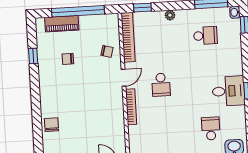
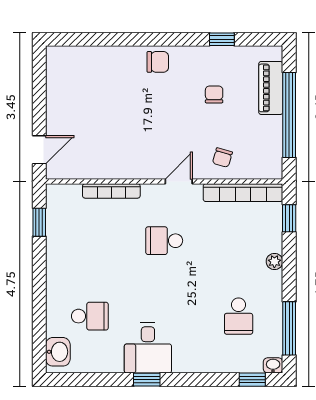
door: (123, 78) -> (179, 181), swing flipped
bookcase: (131, 107) -> (111, 191), moved
chair: (51, 125) -> (158, 62), moved

